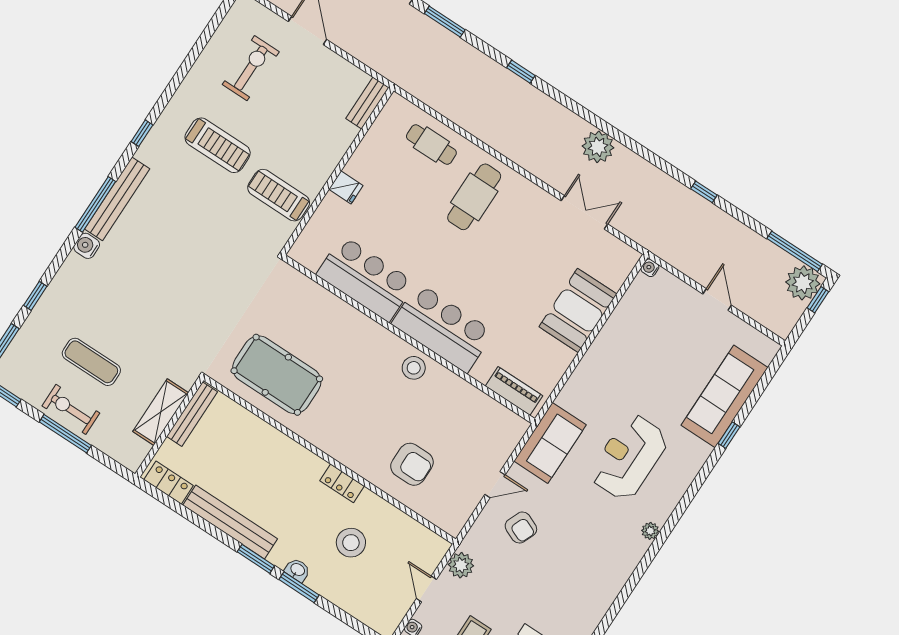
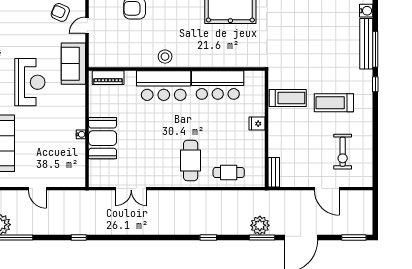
plant: (598, 147) -> (260, 225), moved
window: (95, 204) -> (375, 49), moved
water cooler: (650, 268) -> (81, 134), moved

